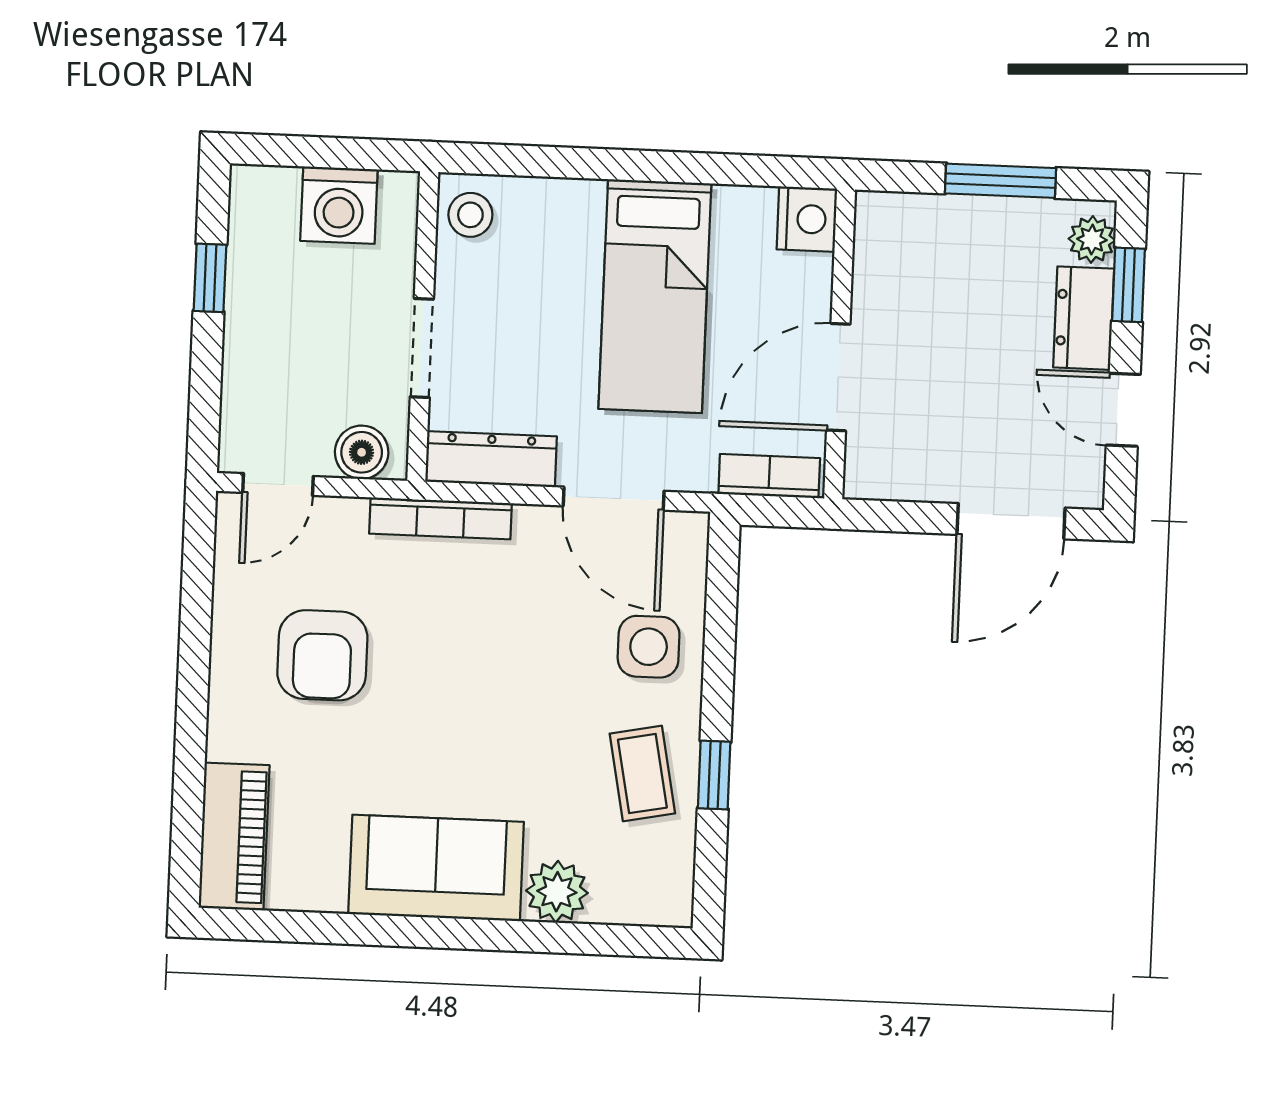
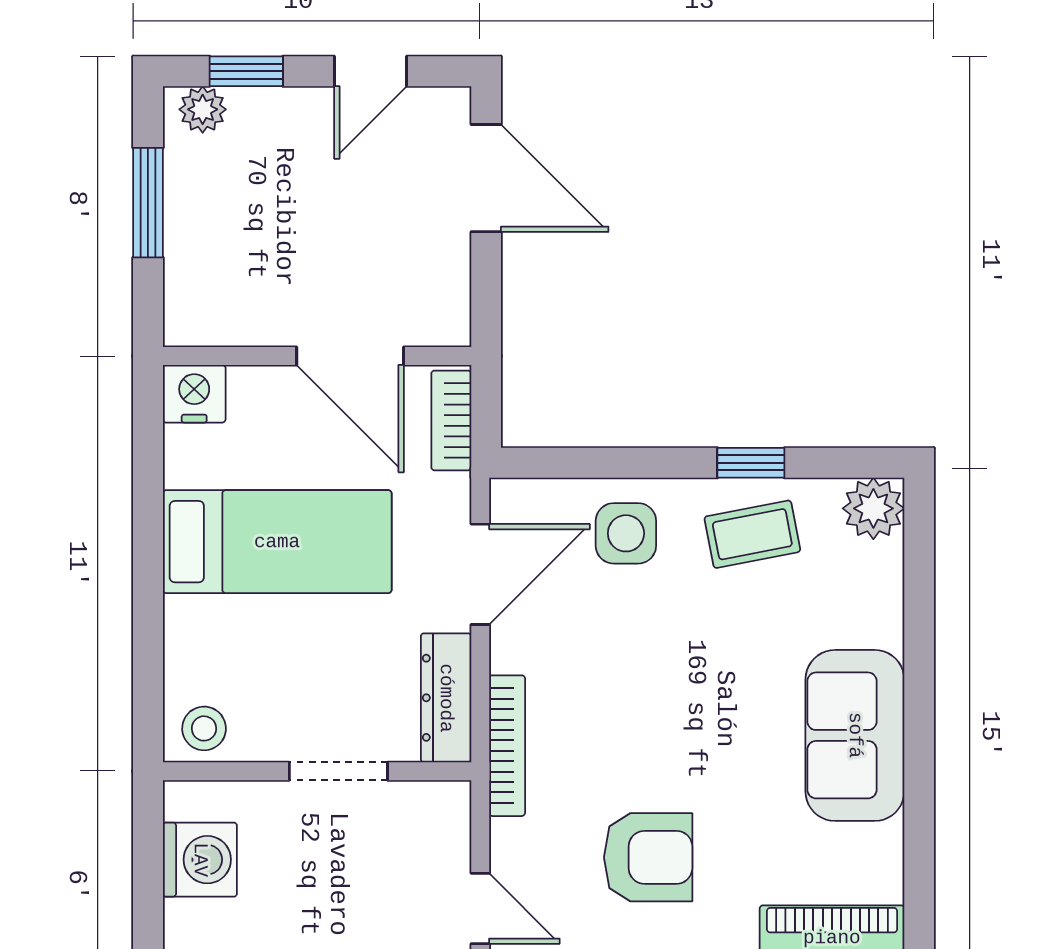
dresser: (1084, 318) -> (281, 114), removed
boiler: (362, 452) -> (445, 827), removed
plant: (557, 892) -> (873, 508), moved

